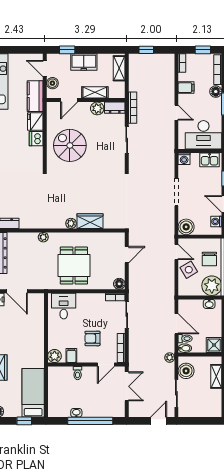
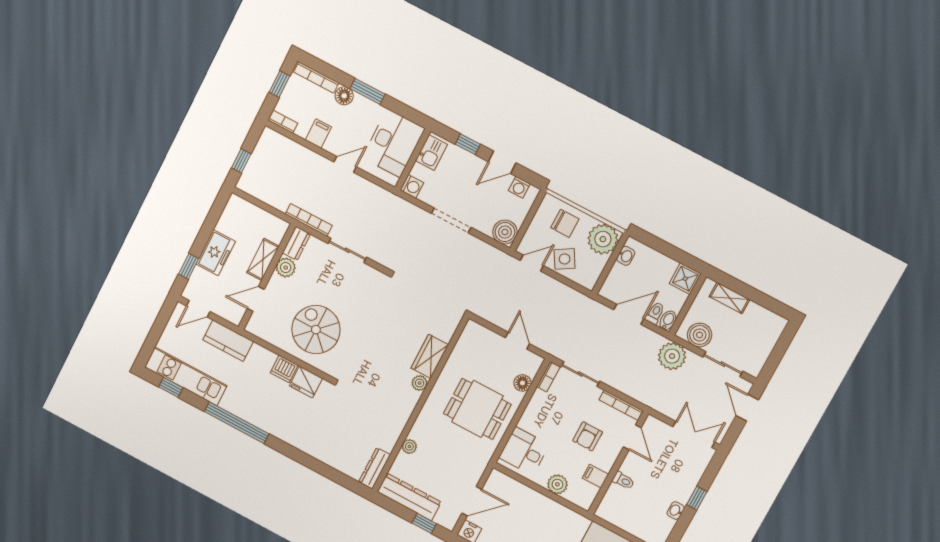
shelving: (119, 68) -> (247, 210), removed
boiler: (52, 83) -> (223, 309), removed
door: (69, 100) -> (256, 299), swing flipped
fridge: (35, 121) -> (306, 382), moved
spiral stairs: (70, 145) -> (316, 330), turned 90
plant: (43, 237) -> (409, 446), moved
door: (127, 255) -> (517, 341), moved
floor lamp: (119, 284) -> (522, 383), moved
plant: (55, 356) -> (557, 484), moved
plant: (170, 358) -> (672, 356), width x1.88, depth x1.88
double door: (127, 386) -> (694, 434), moved
window: (90, 421) -> (697, 498), width x0.32

